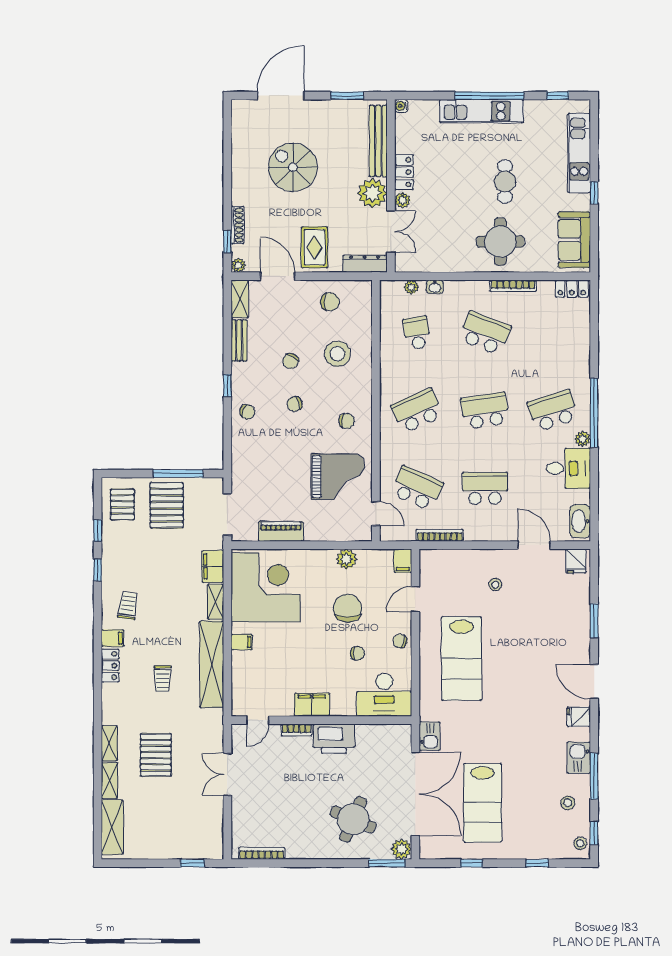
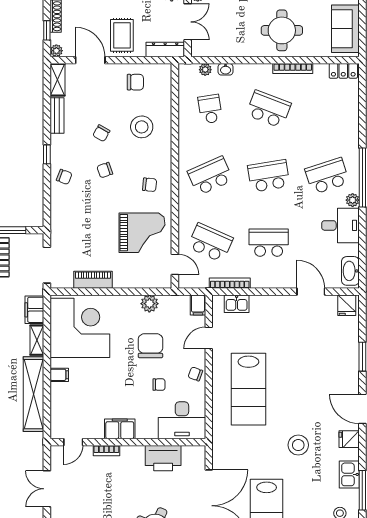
stool: (495, 585) -> (298, 445), moved, width x1.89, depth x1.89
kitchen sink: (430, 736) -> (237, 304), moved, turned 90
printer: (334, 739) -> (163, 458), moved

